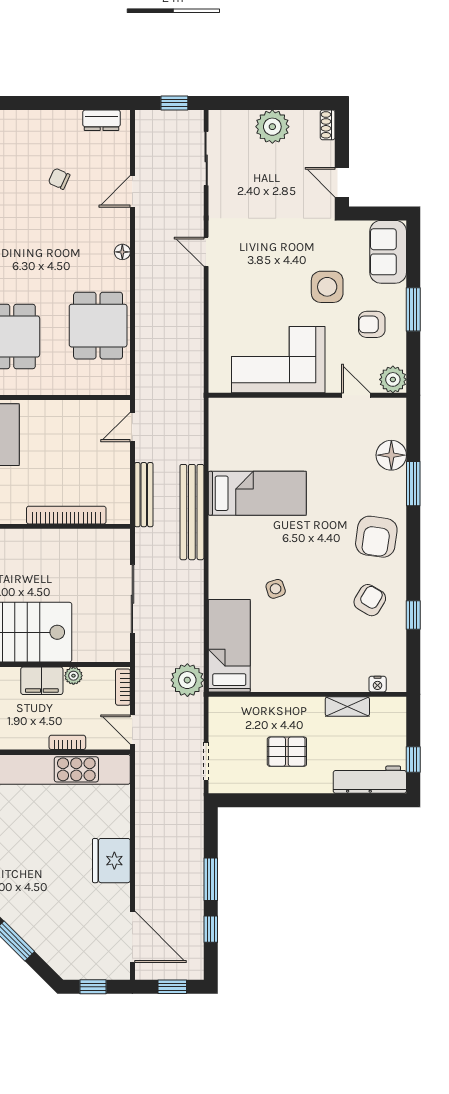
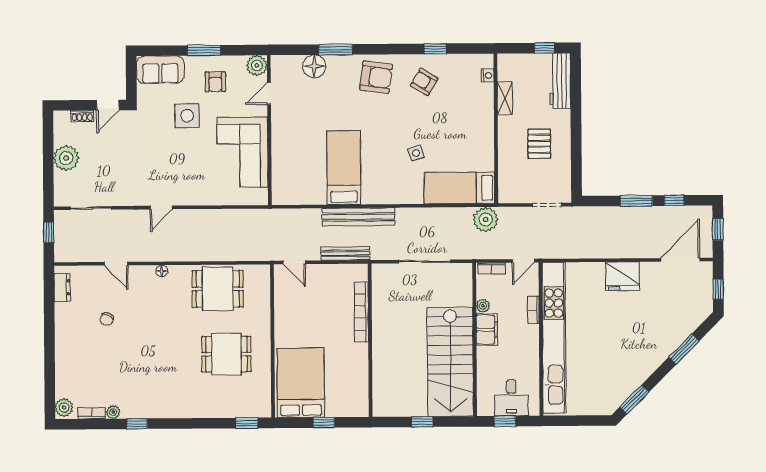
shoe rack: (328, 125) -> (82, 116), moved

